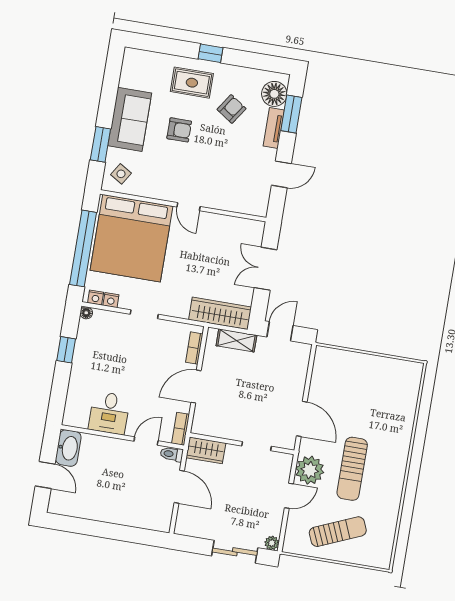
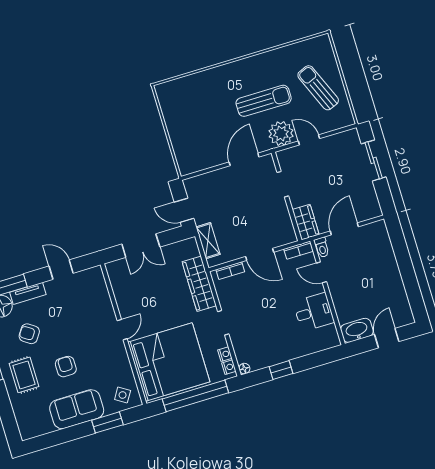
wardrobe: (220, 313) -> (199, 284), moved
plant: (272, 543) -> (353, 135), removed

